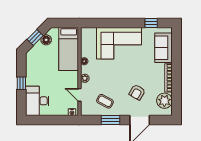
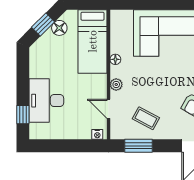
window: (21, 83) -> (23, 115), moved
desk: (37, 101) -> (46, 101), moved
window: (111, 120) -> (138, 146), moved

